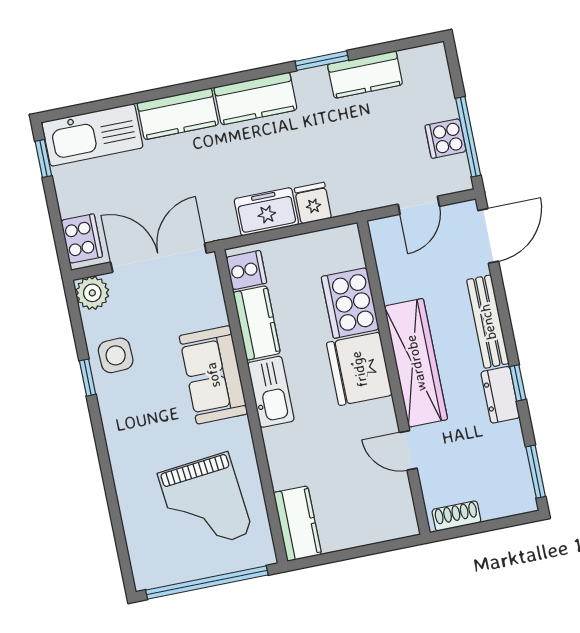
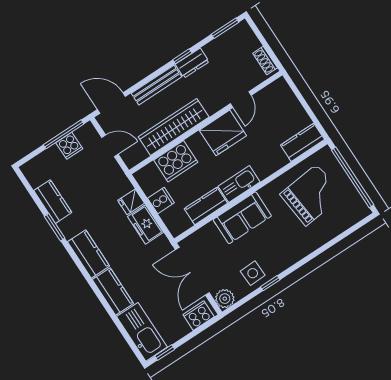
cooker: (246, 270) -> (161, 201), moved, turned 90
wardrobe: (416, 363) -> (174, 127), moved
fridge: (359, 369) -> (223, 133), moved

